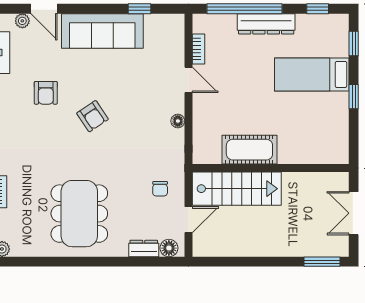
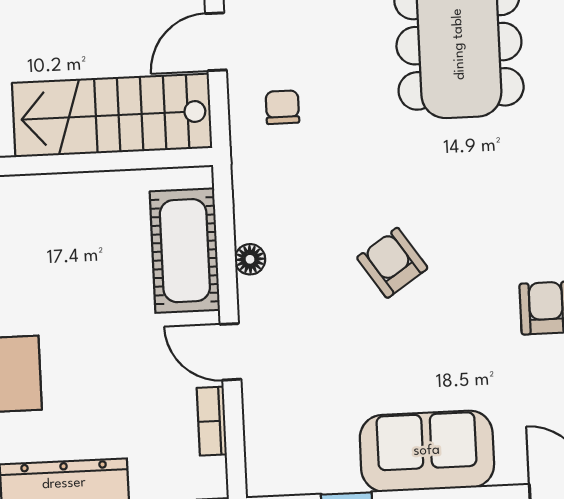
sofa: (102, 31) -> (427, 451), width x0.73
armchair: (93, 116) -> (392, 263), moved
cot: (249, 150) -> (185, 251), moved, turned 90

